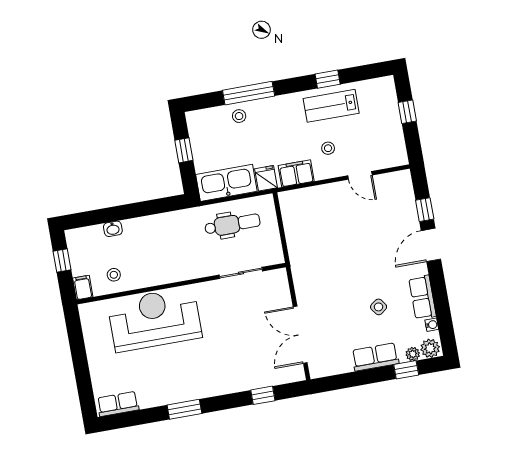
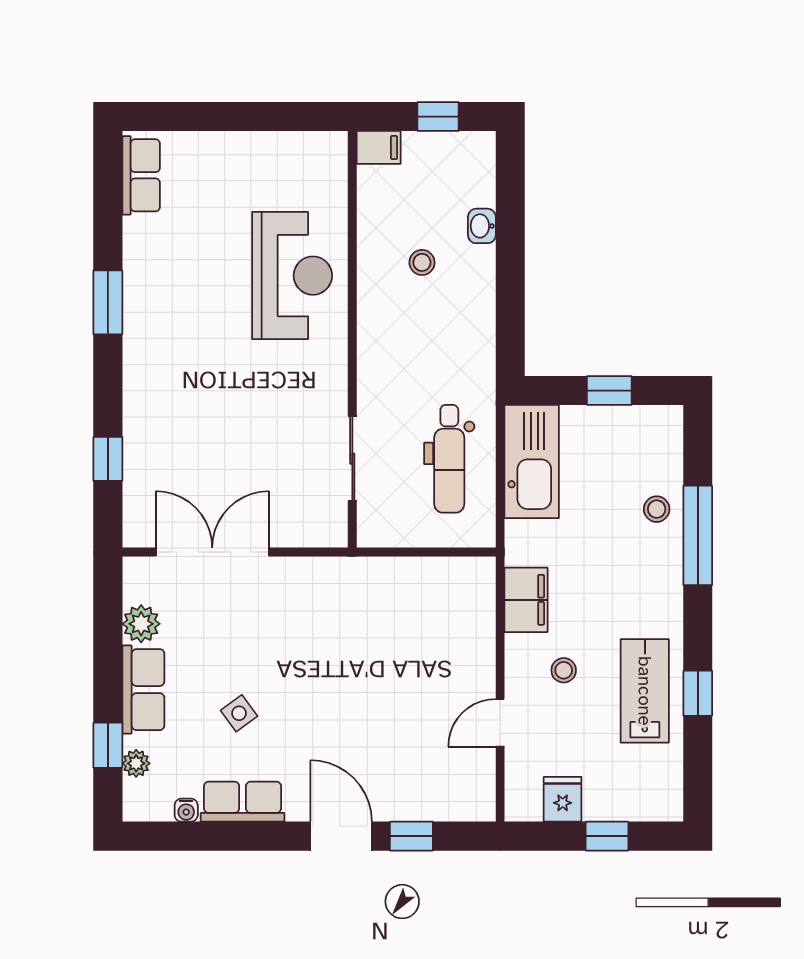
fridge: (266, 178) -> (563, 799), moved, turned -90
stool: (114, 275) -> (422, 262), moved
reception desk: (155, 319) -> (292, 276), width x0.74, depth x0.77
plant: (430, 348) -> (141, 624), moved

